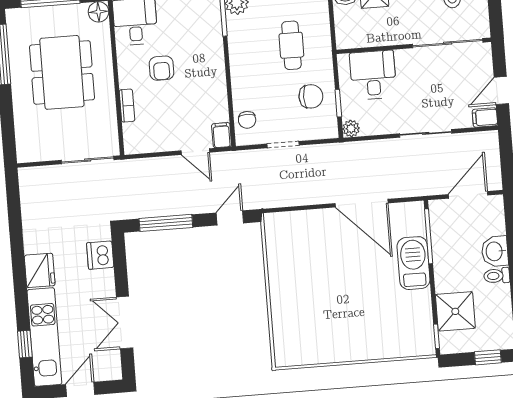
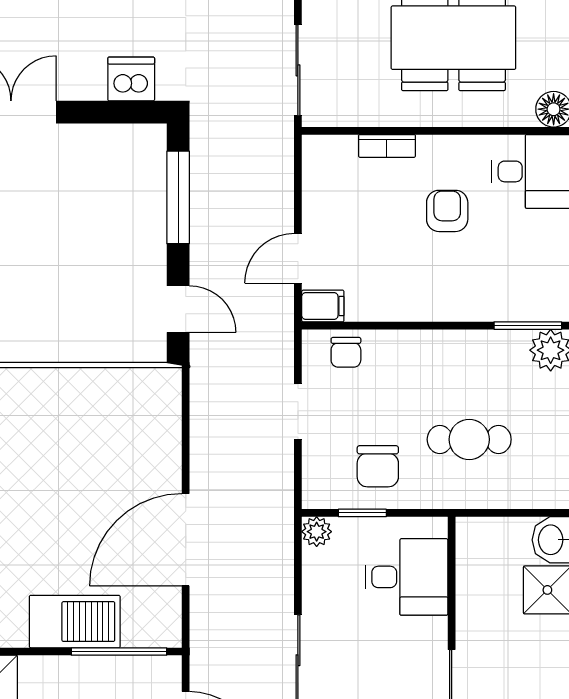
armchair: (161, 68) -> (447, 211), turned 90
chair: (247, 120) -> (346, 352), turned -90

